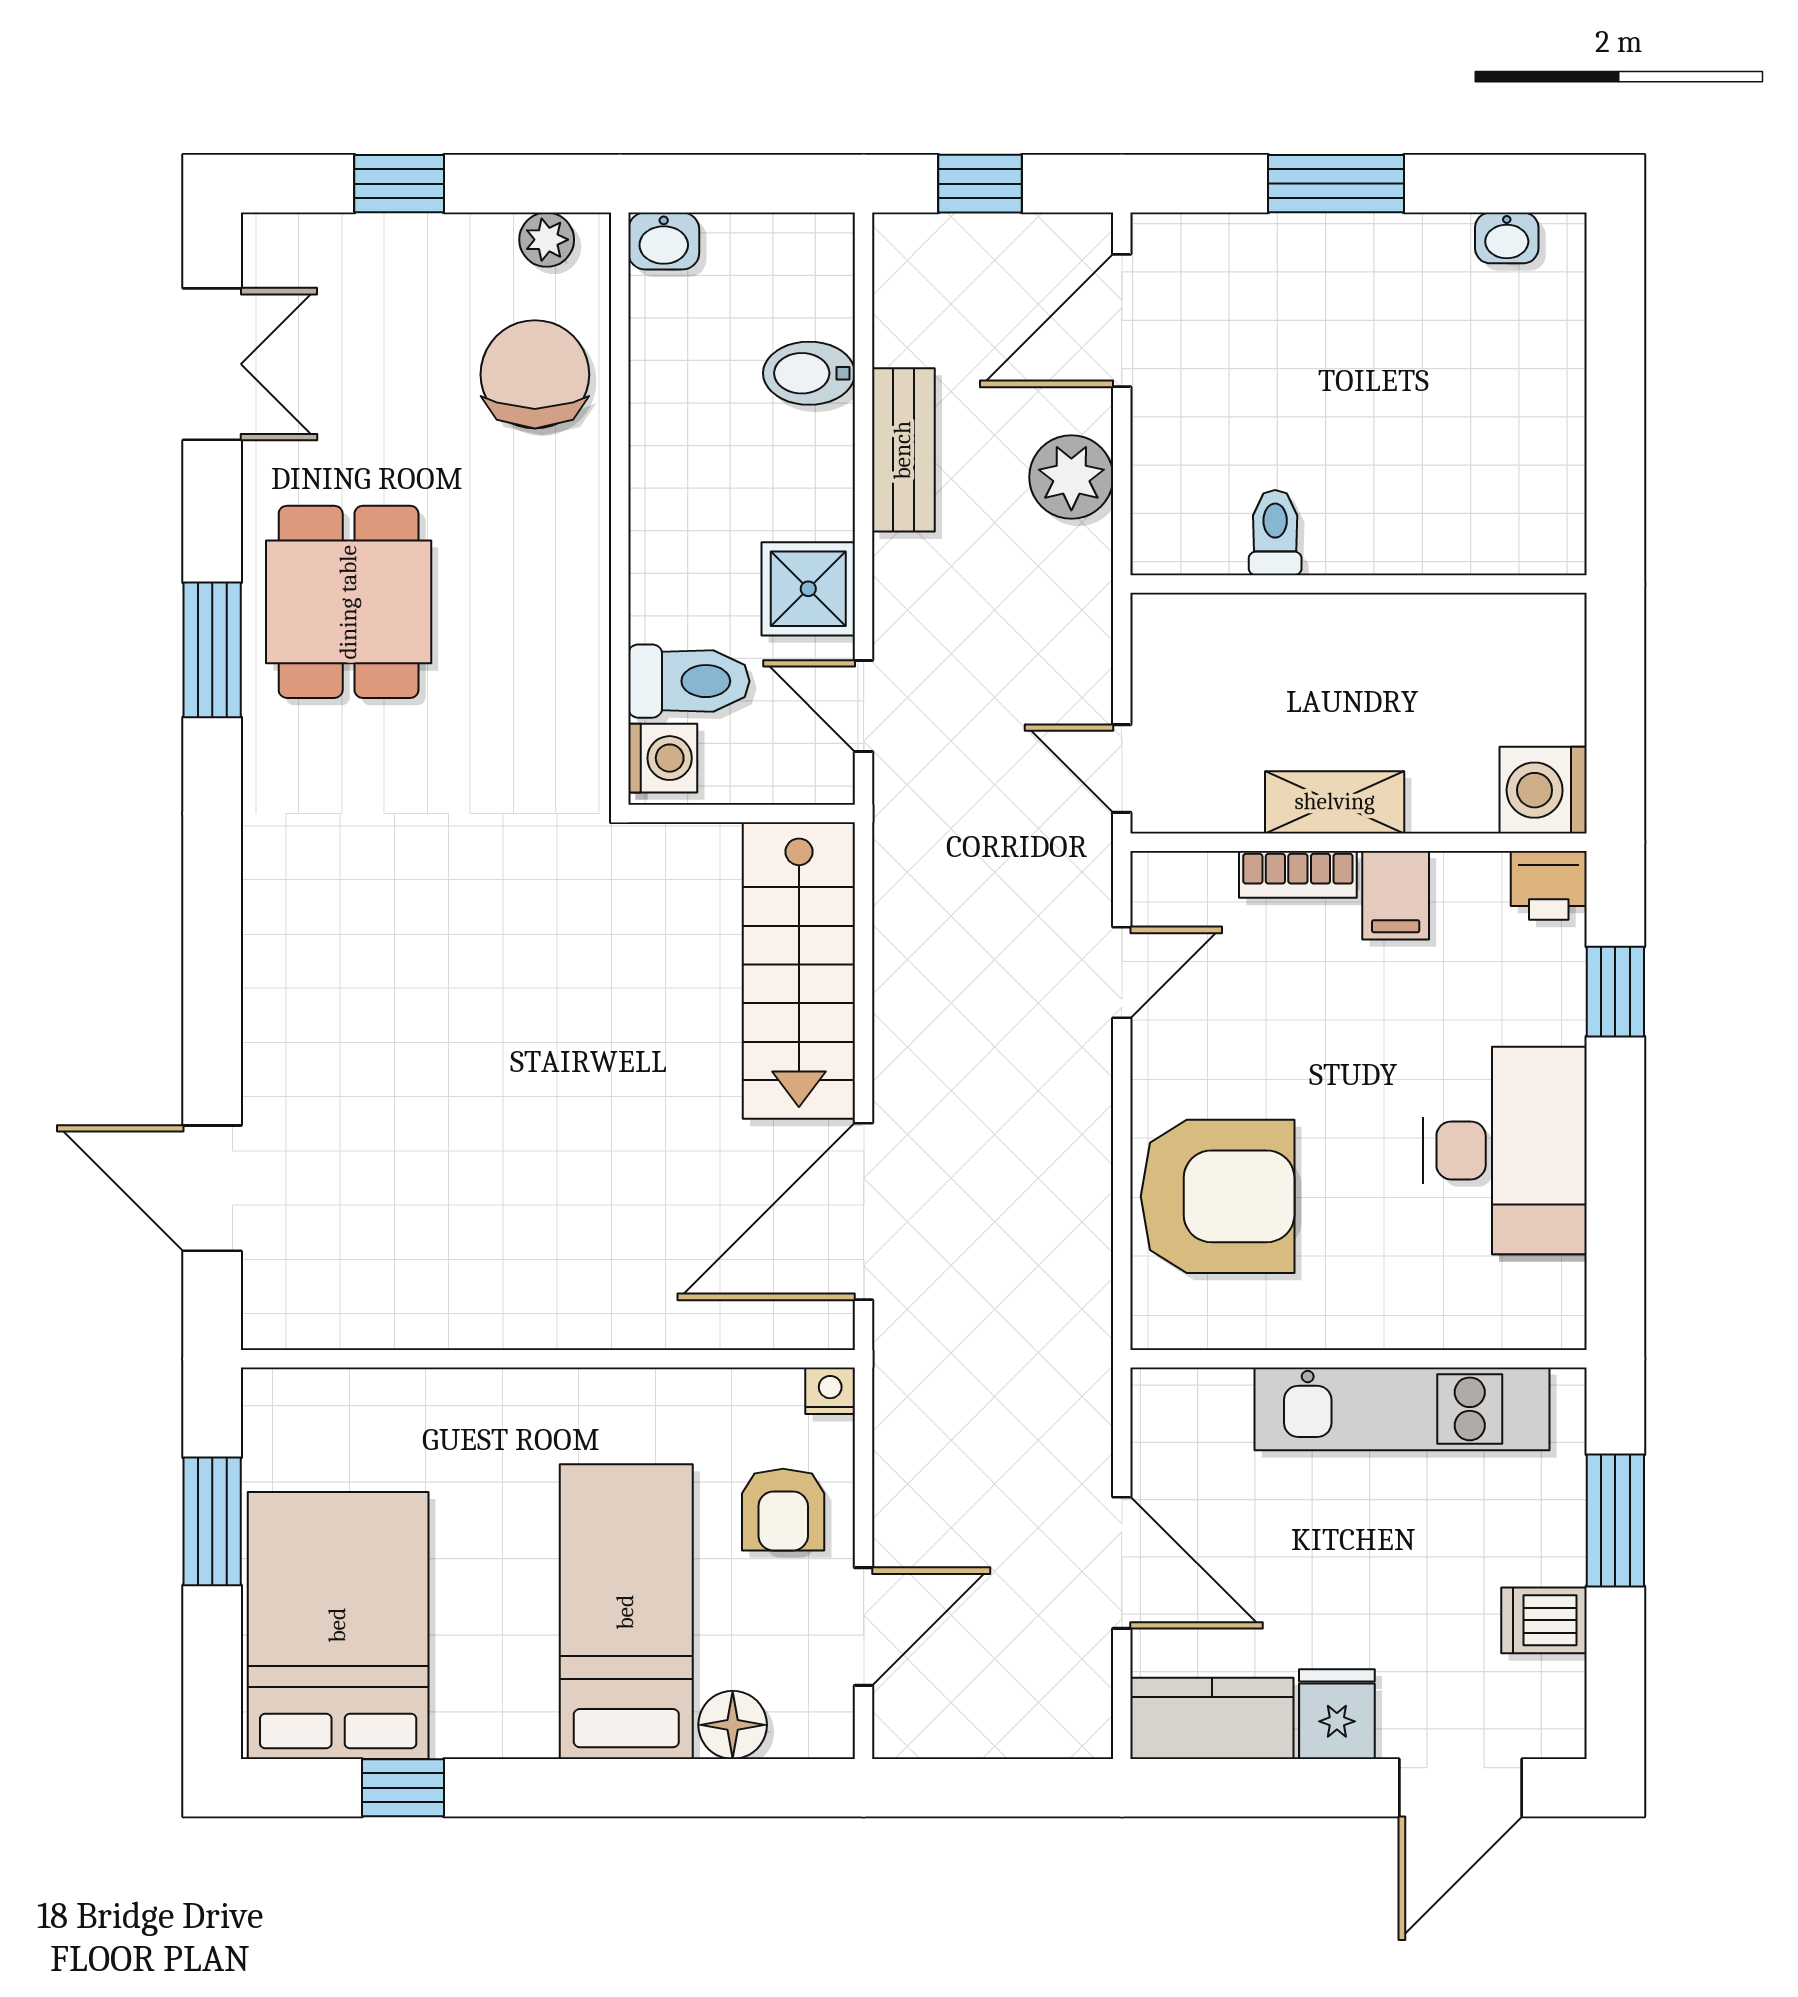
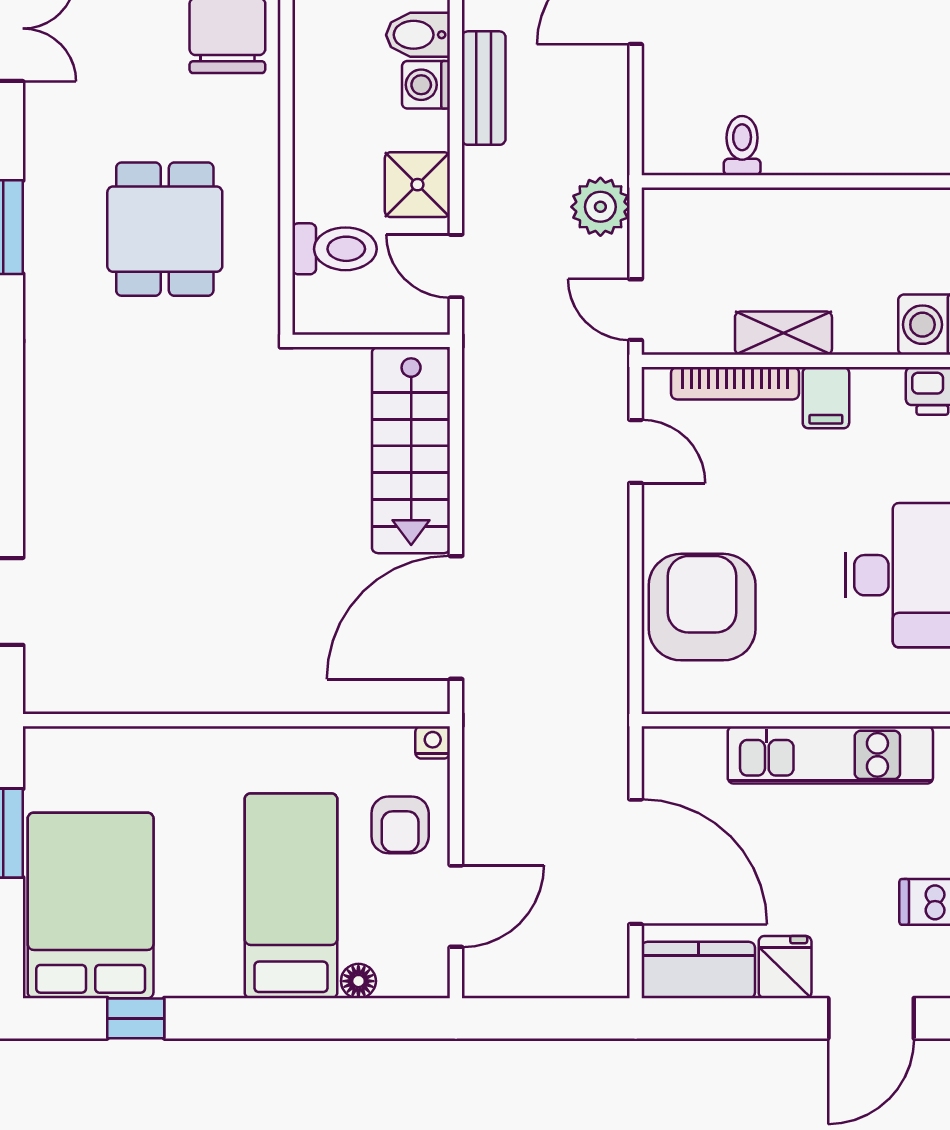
plant: (1071, 477) -> (600, 207), moved
dining table: (349, 602) -> (165, 229), moved
washing machine: (663, 758) -> (426, 85), moved, turned 180
bookcase: (1298, 874) -> (735, 383), width x1.56
door: (1122, 972) -> (636, 451), hinge flipped
armchair: (1218, 1196) -> (702, 607), turned -90
door: (1122, 1563) -> (636, 862), width x1.36
floor lamp: (733, 1725) -> (358, 981), width x0.73, depth x0.73

